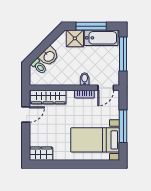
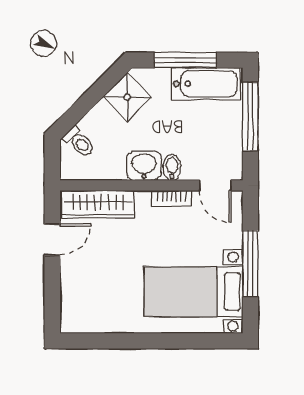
shower: (75, 38) -> (127, 97), moved, turned 45
washbasin: (49, 56) -> (144, 166), moved, turned -135
door: (106, 88) -> (215, 185), hinge flipped
wardrobe: (41, 154) -> (83, 320), removed

